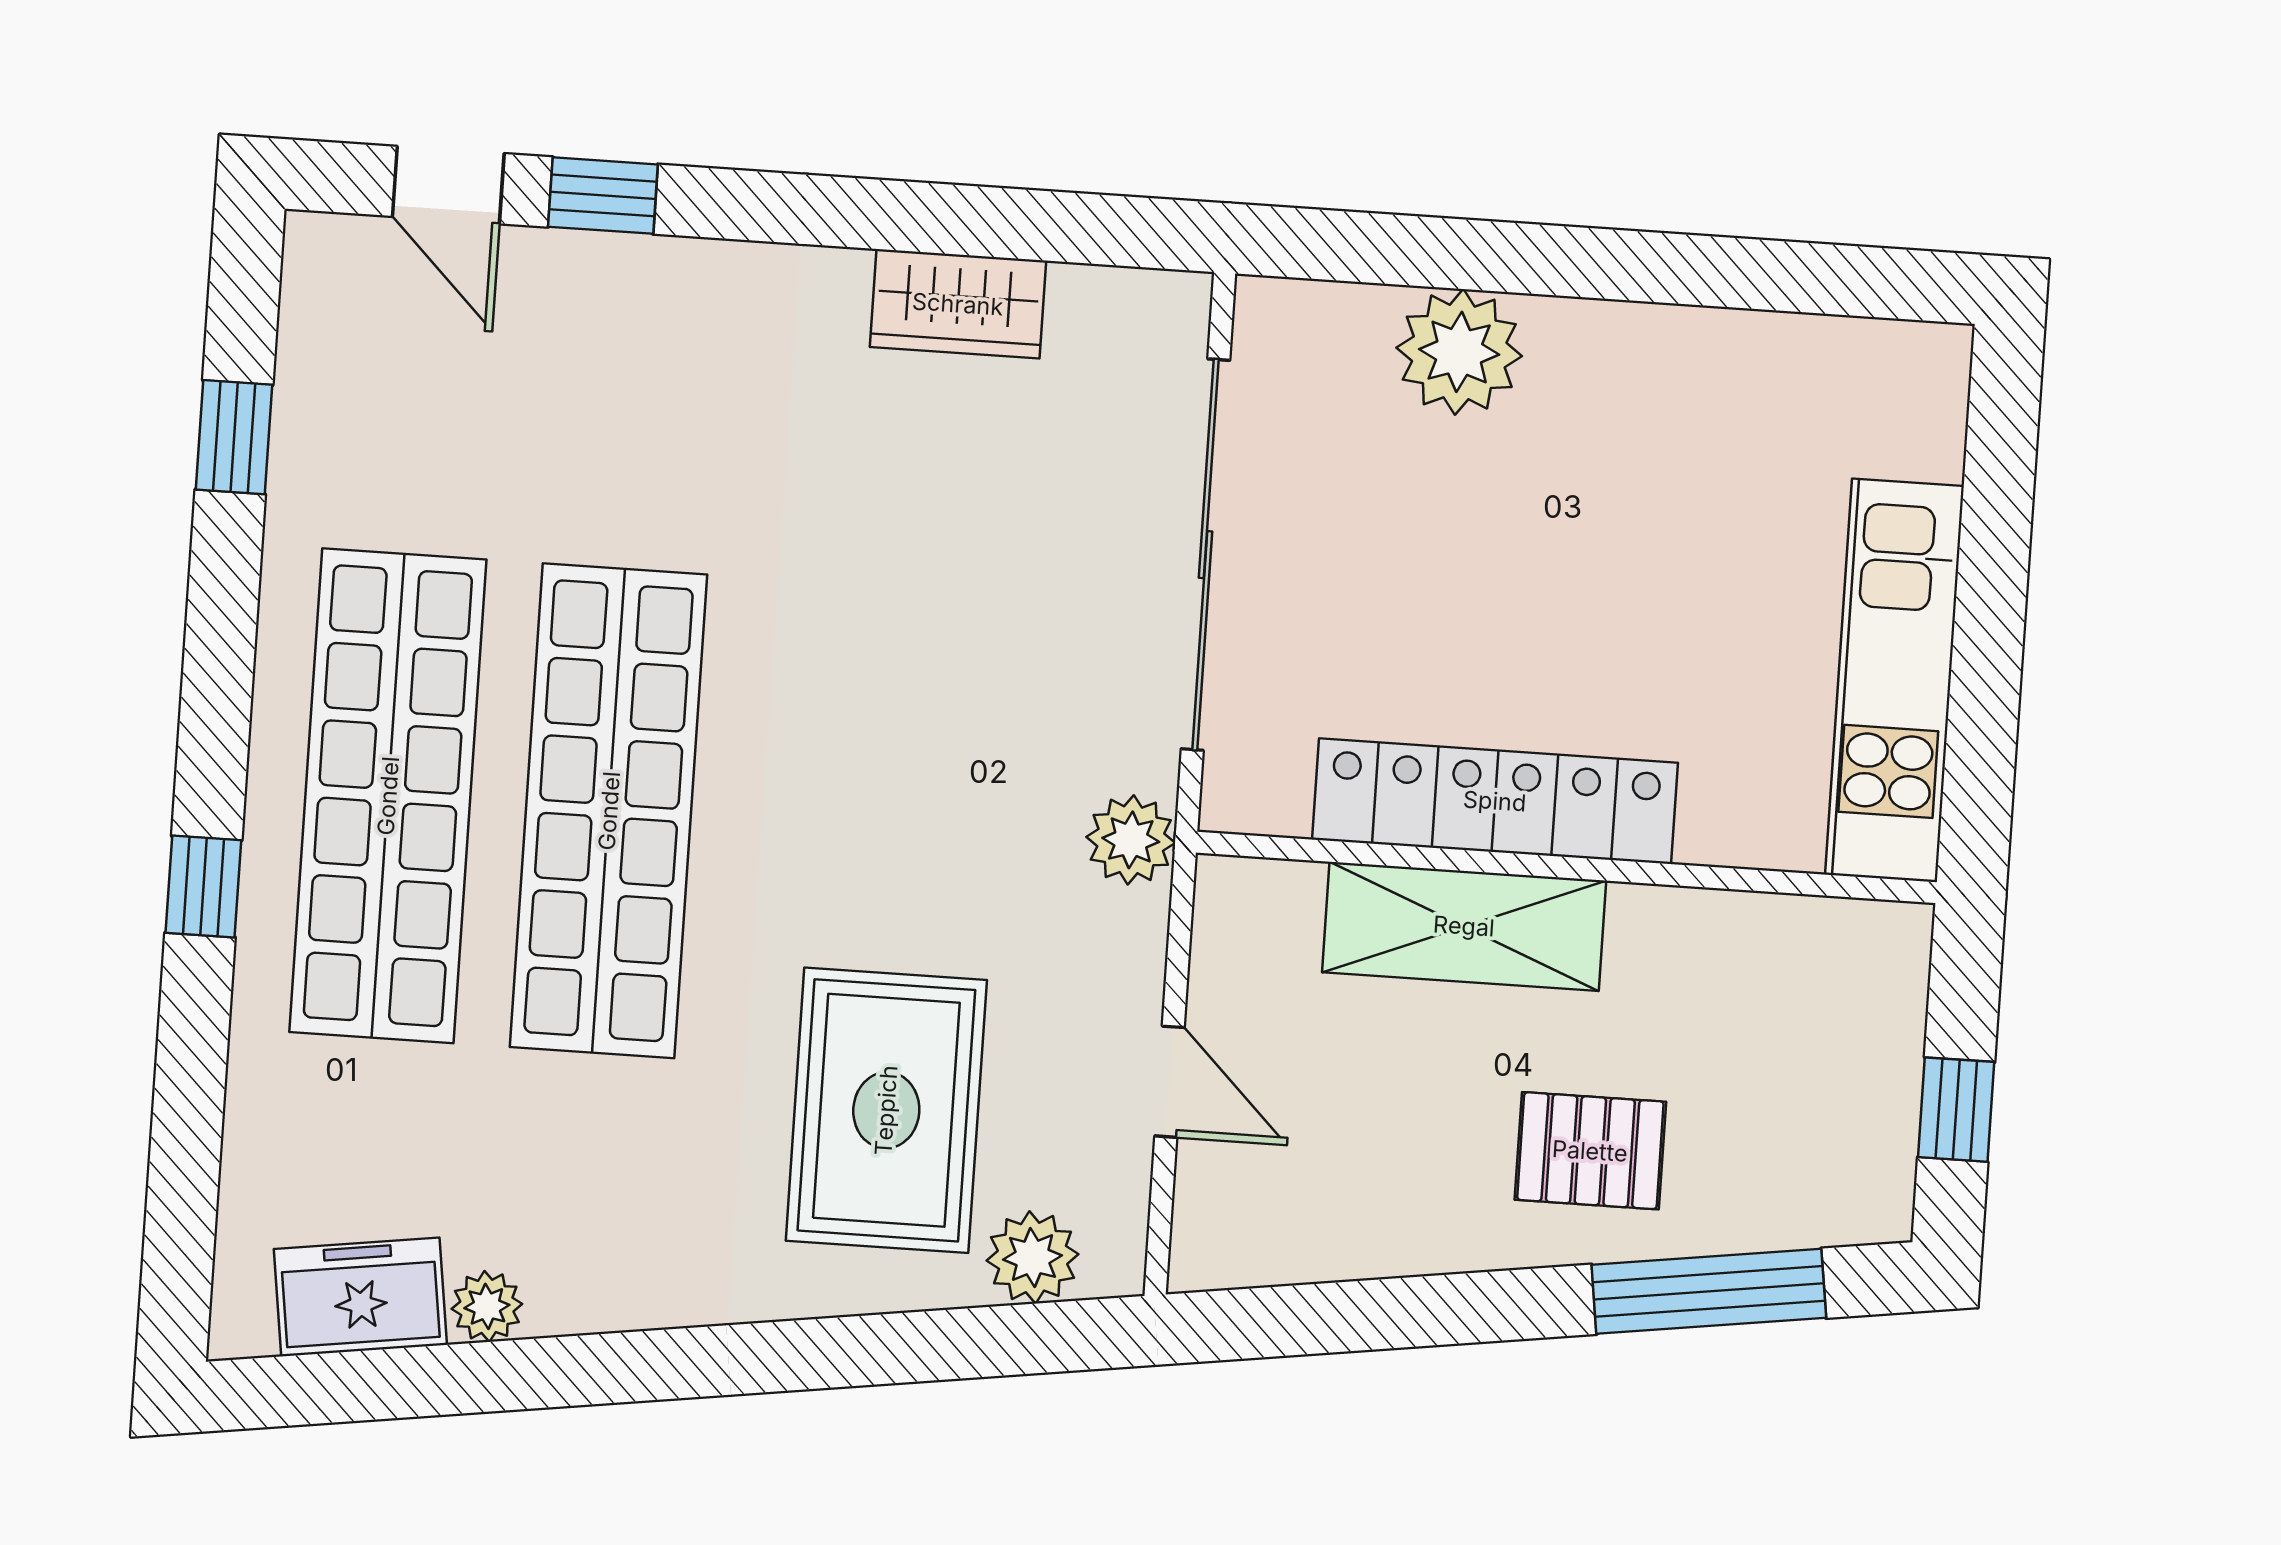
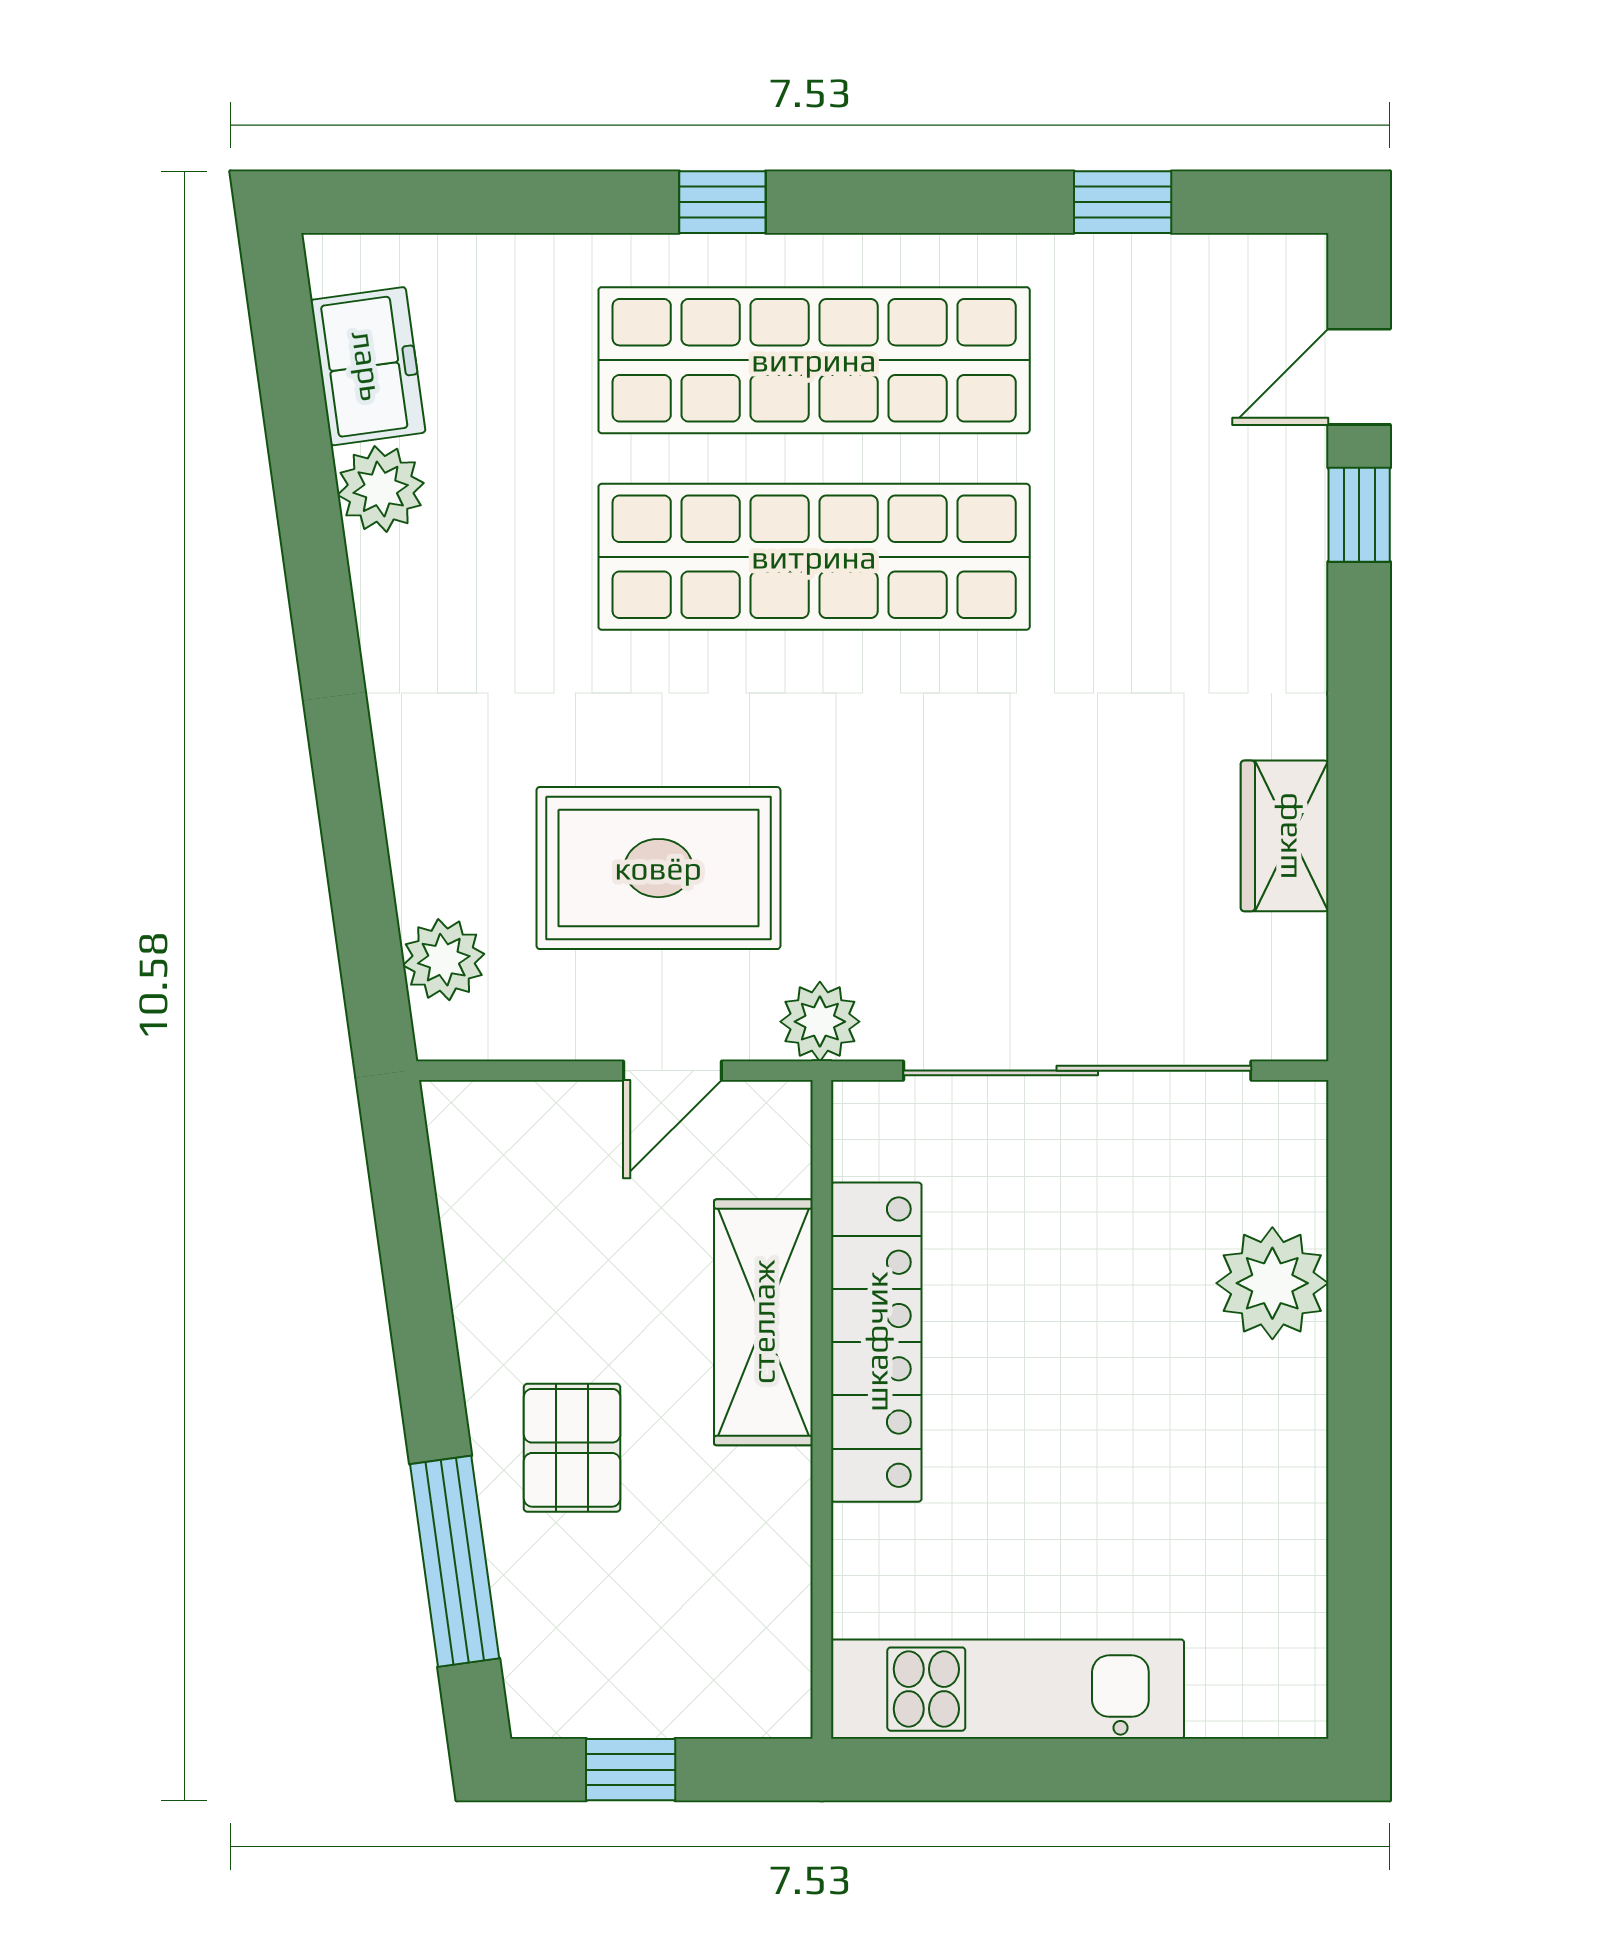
door: (1170, 1082) -> (673, 1071), moved
rug: (886, 1110) -> (658, 868), moved
plant: (487, 1306) -> (381, 489), width x1.38, depth x1.38

